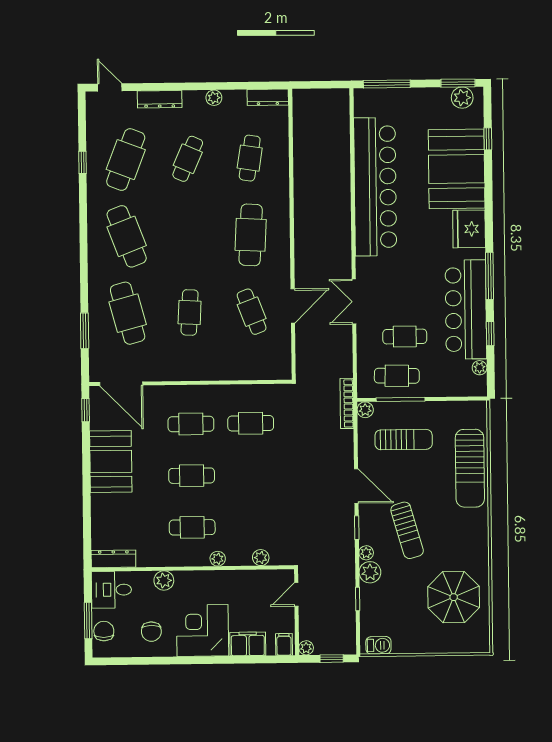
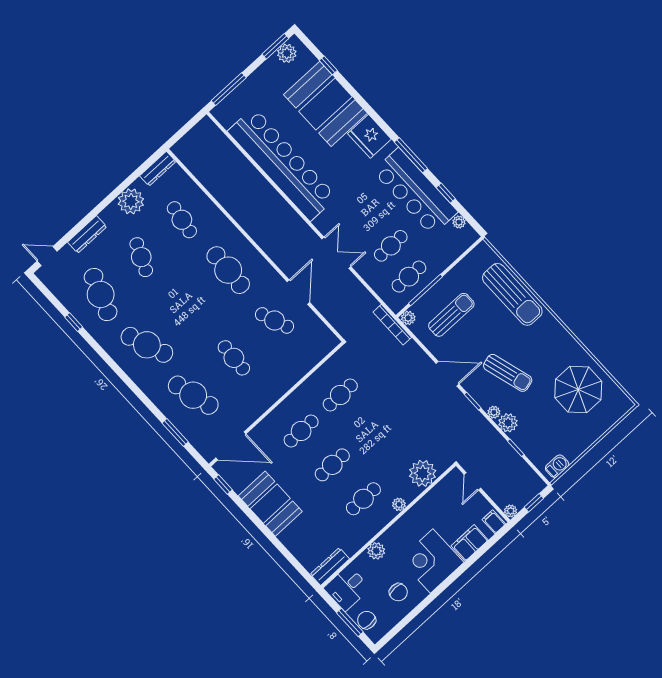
plant: (214, 98) -> (131, 201), width x1.87, depth x1.87
double door: (354, 301) -> (336, 253), swing flipped
plant: (261, 558) -> (423, 473), width x1.87, depth x1.87

